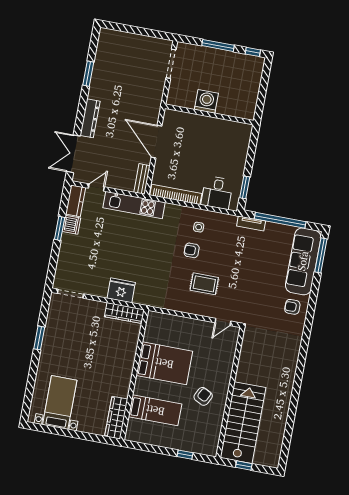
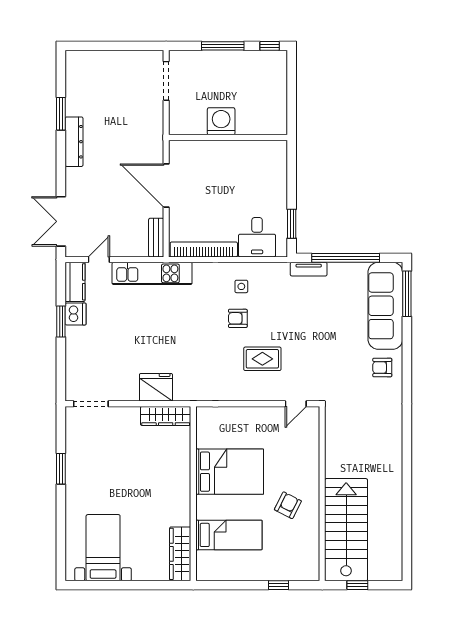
dresser: (90, 118) -> (74, 142), moved

